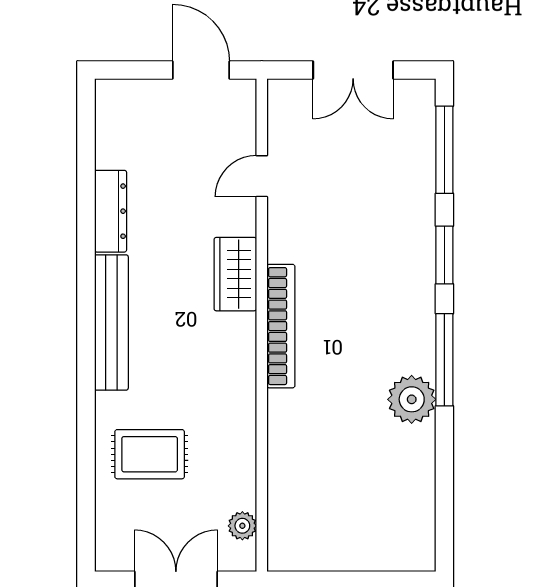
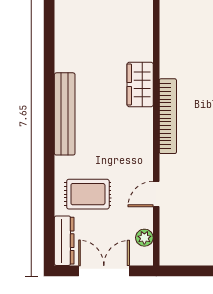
door: (262, 176) -> (156, 194), moved
dresser: (111, 211) -> (64, 241), moved

